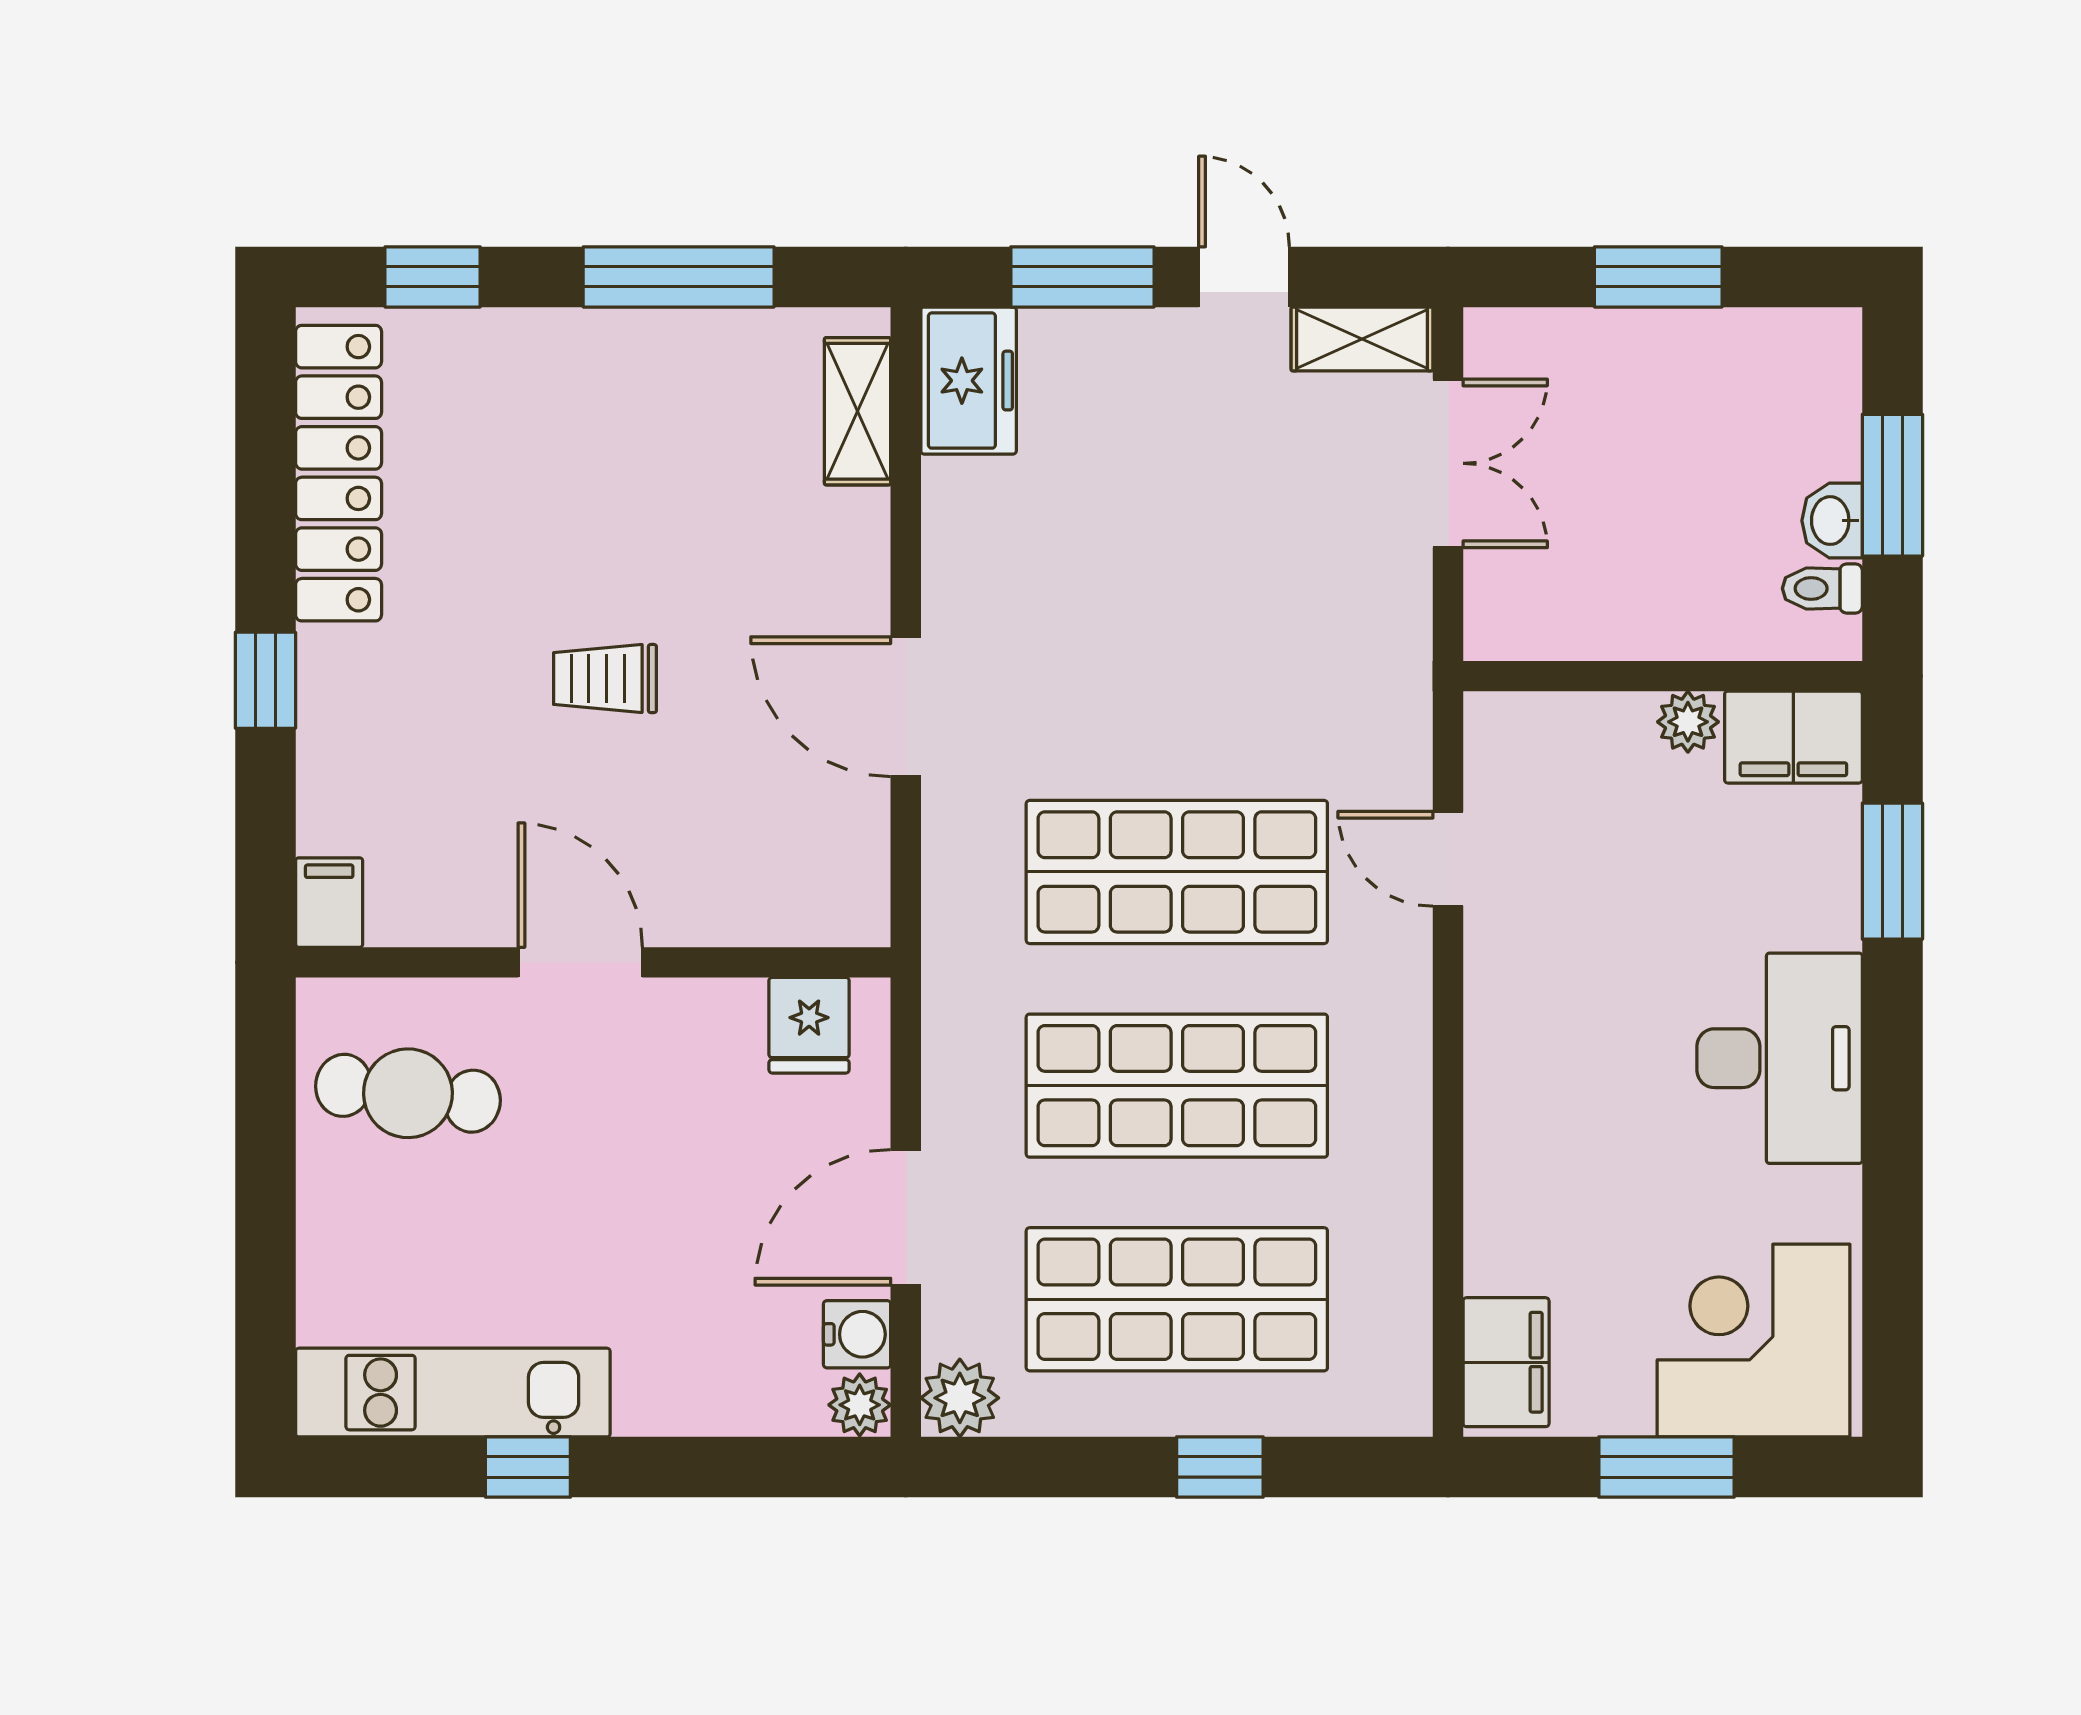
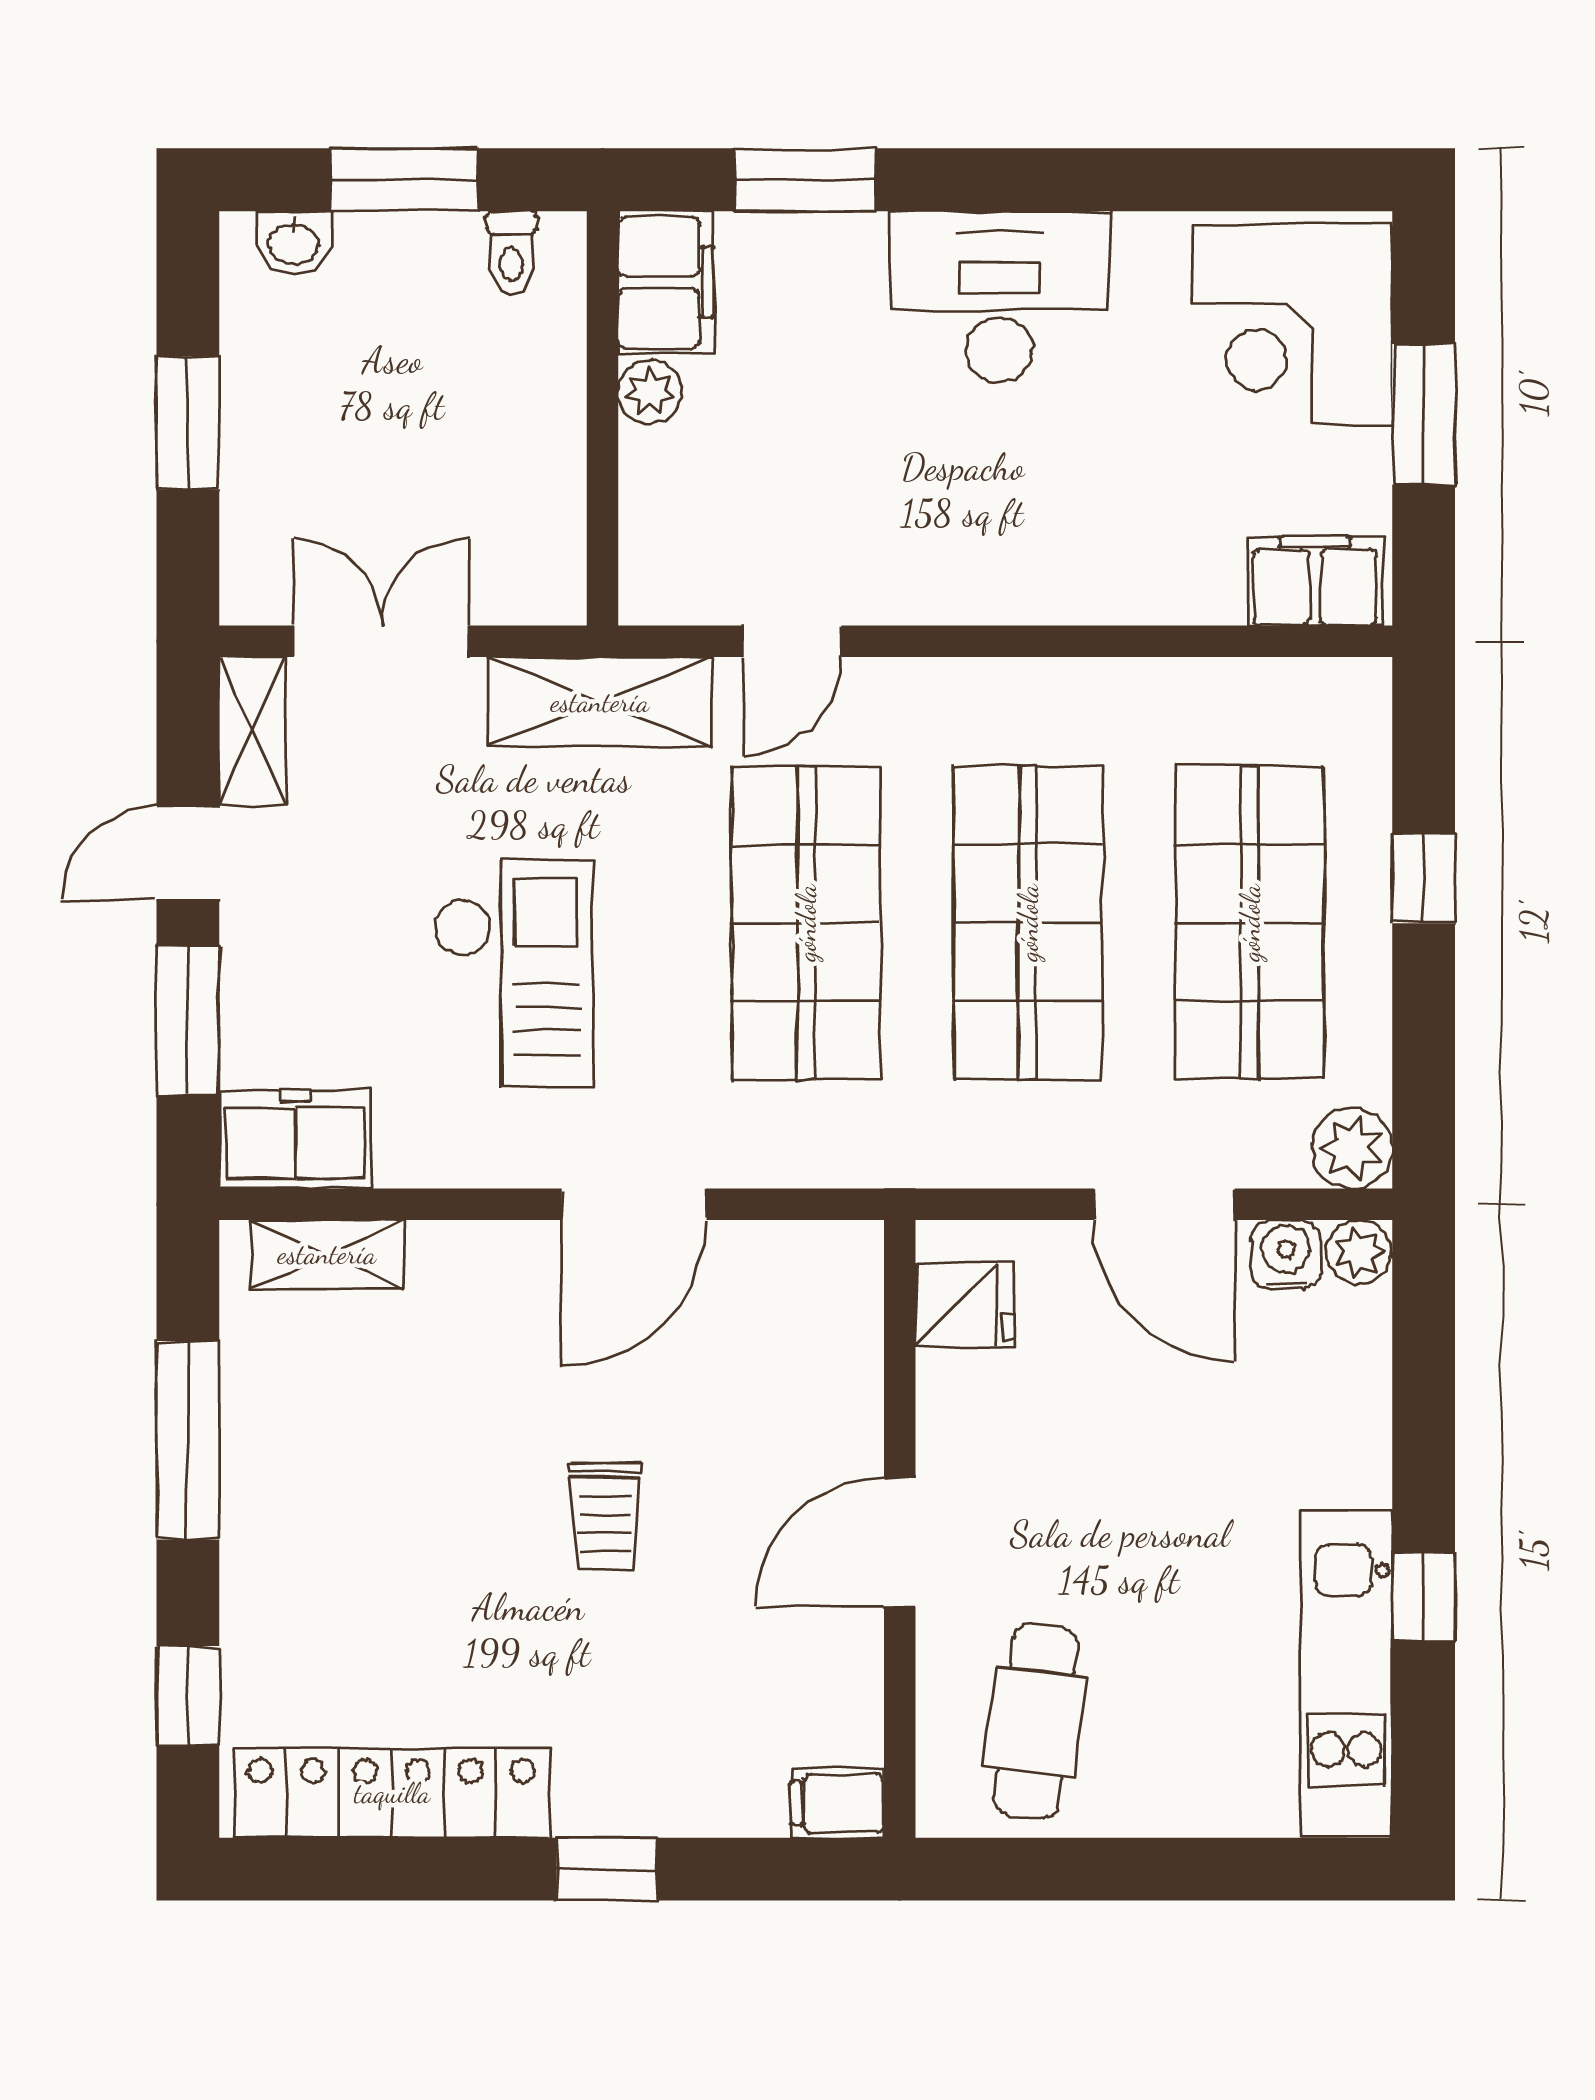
washbasin: (1832, 521) -> (294, 242), moved
checkout: (1128, 590) -> (514, 973), added
shelving: (1390, 674) -> (600, 702), added

